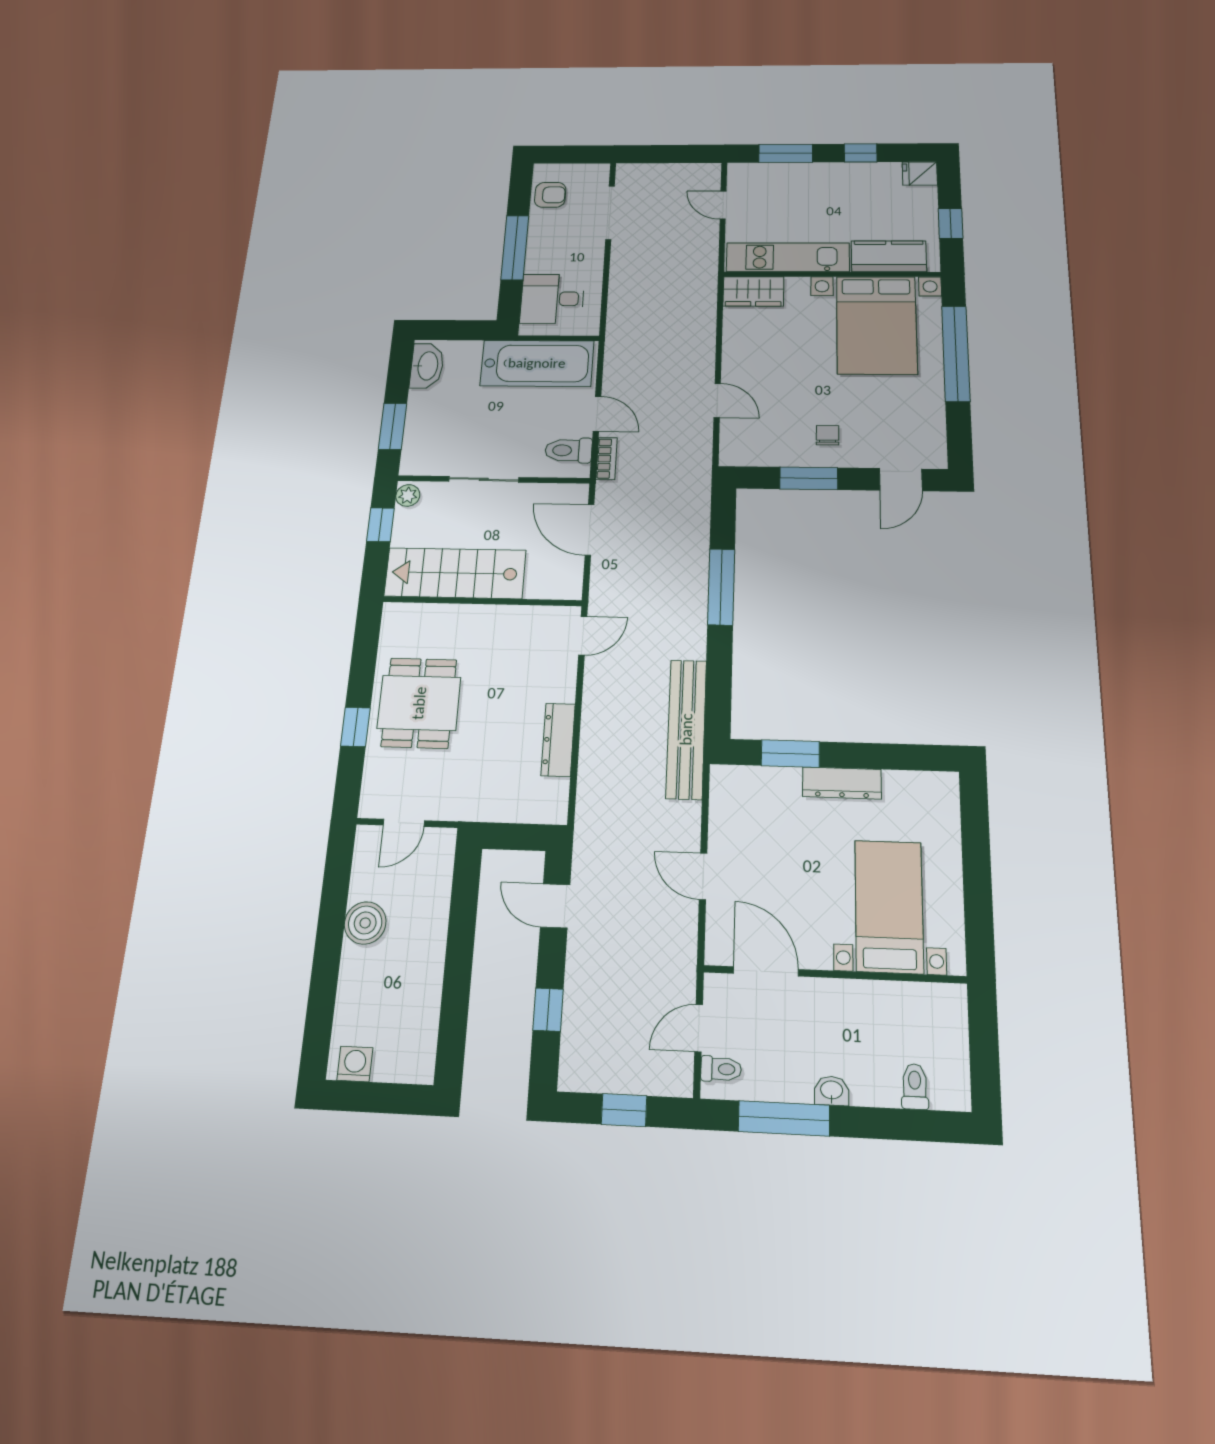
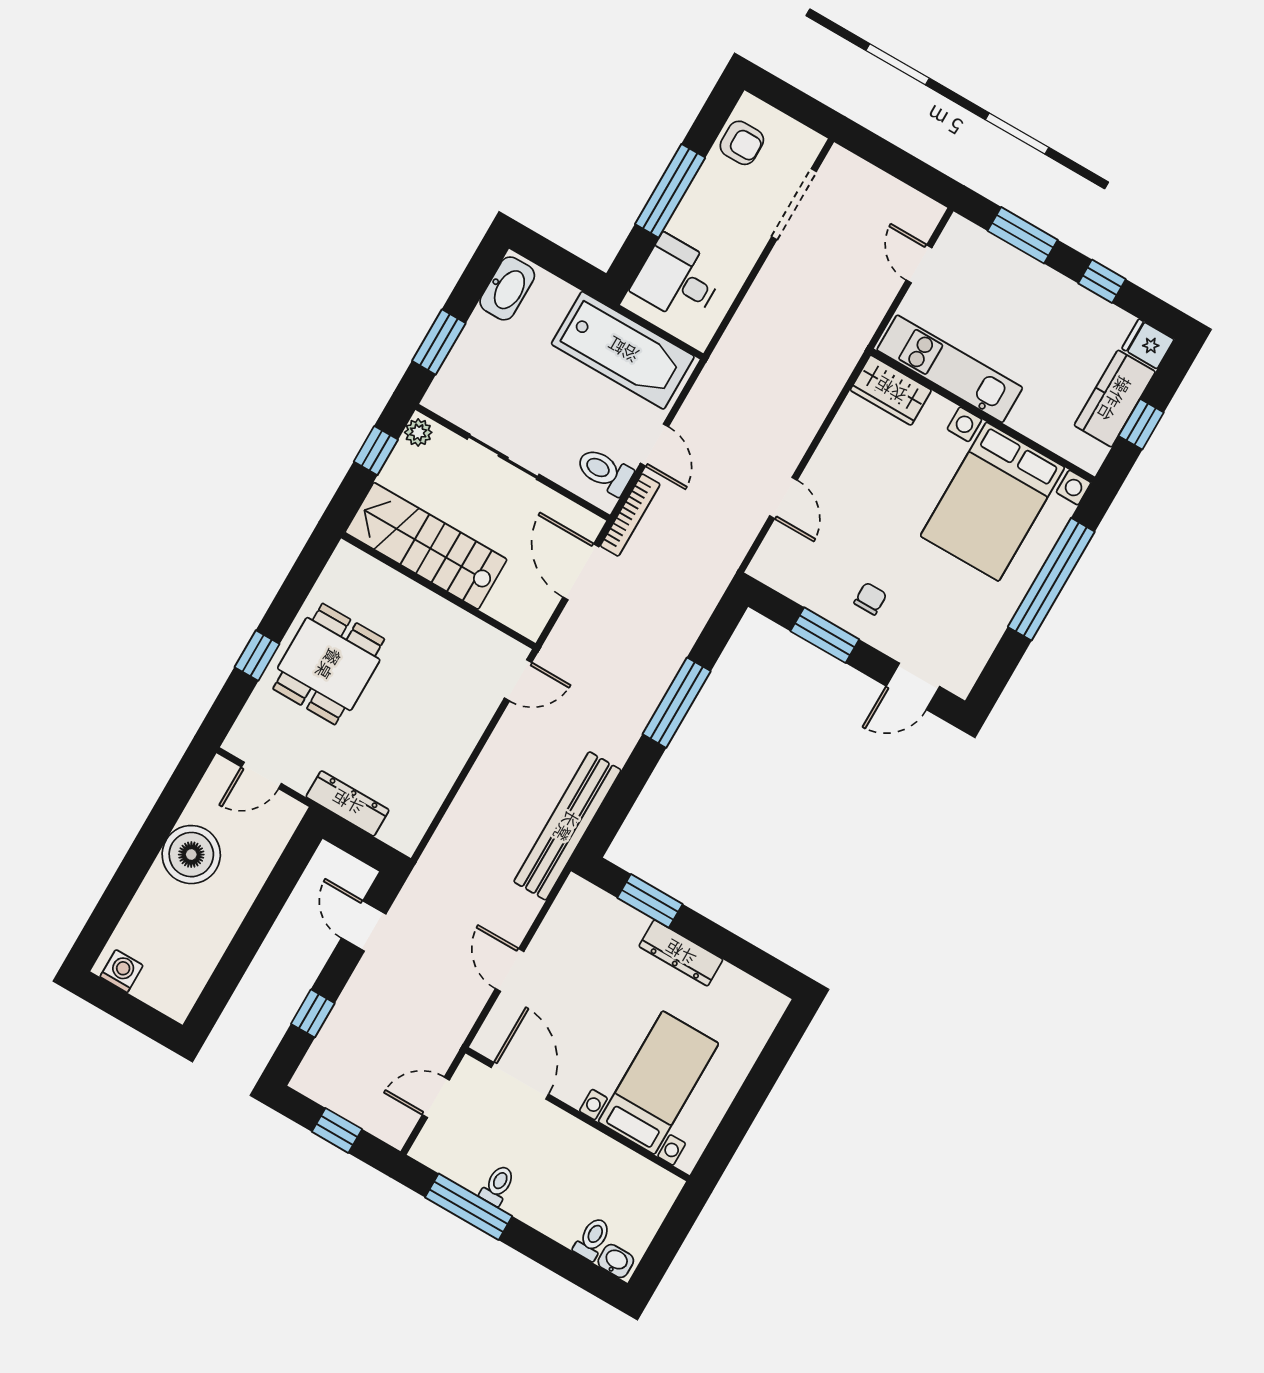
kitchen counter: (889, 256) -> (1115, 399), moved, turned -90
bookcase: (607, 459) -> (630, 515), width x1.56
dresser: (558, 740) -> (348, 803), moved, turned 90
boiler: (365, 923) -> (191, 855), width x1.37, depth x1.37
toilet: (721, 1069) -> (498, 1185), moved, turned -90
washbasin: (832, 1091) -> (616, 1261), moved

